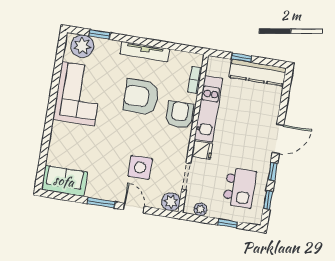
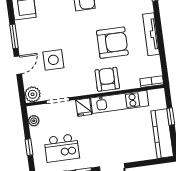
bookcase: (195, 80) -> (152, 82), moved
armchair: (141, 97) -> (112, 43), turned 90
armchair: (179, 115) -> (107, 79), turned -90

